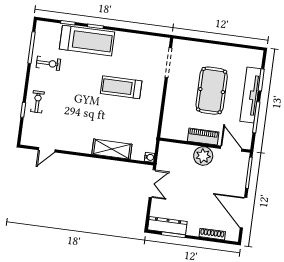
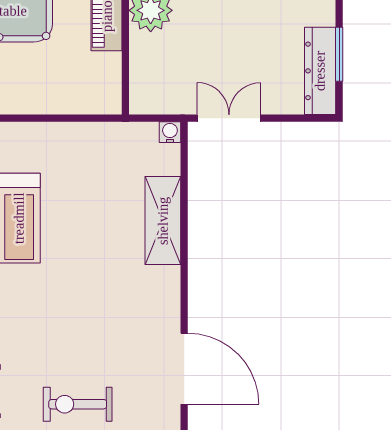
exercise bike: (37, 102) -> (78, 404), width x1.38, depth x1.39
door: (47, 150) -> (184, 369), width x1.88

